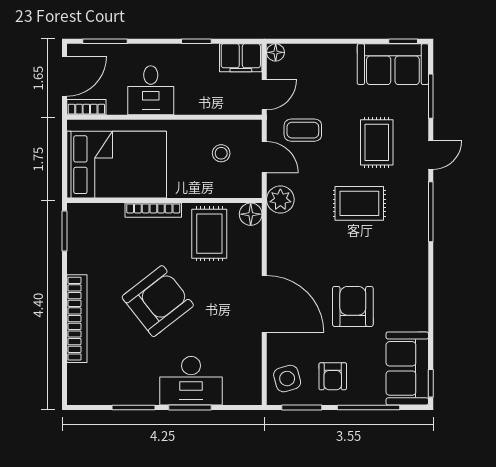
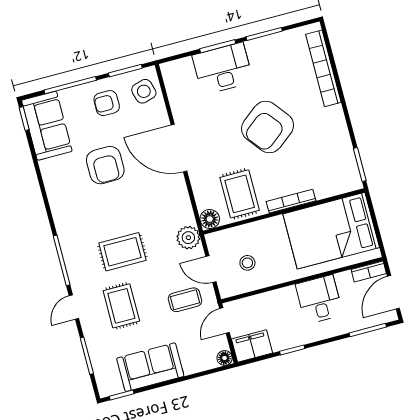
sofa: (393, 64) -> (150, 367), moved
bookcase: (77, 319) -> (323, 68), moved
armchair: (333, 376) -> (107, 103), turned -90

